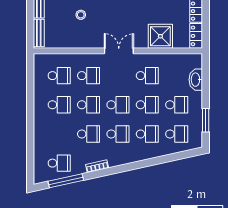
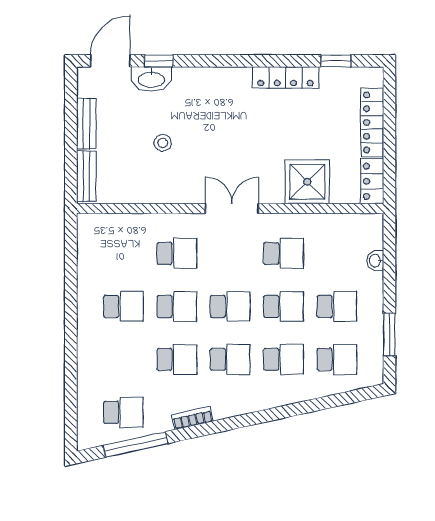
school desk: (59, 76) -> (123, 253), removed
washbasin: (196, 80) -> (375, 261), width x0.52, depth x0.69

